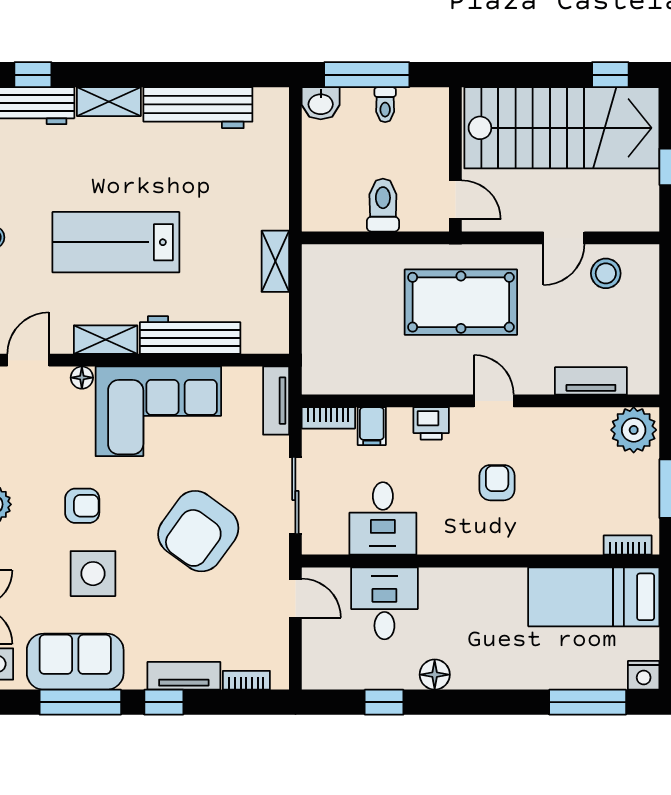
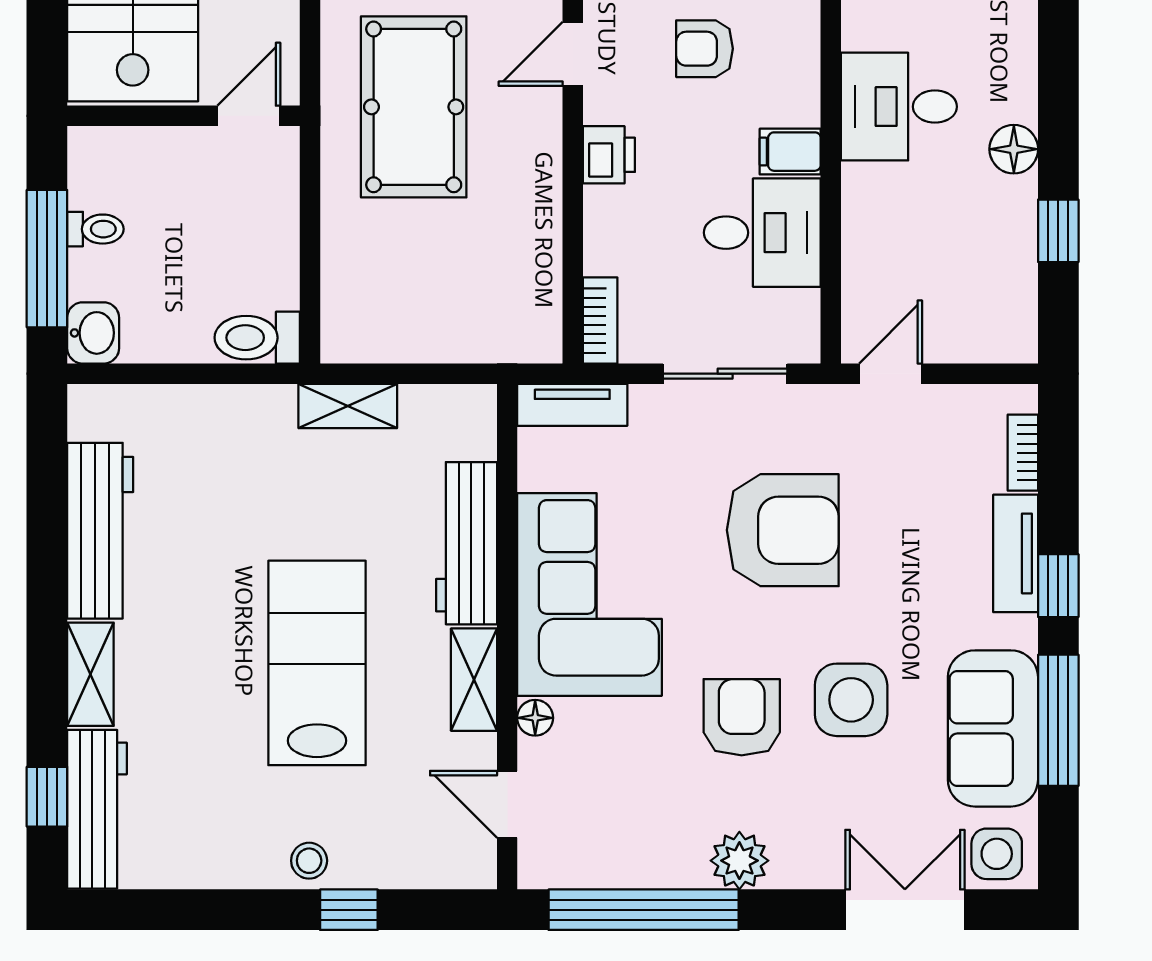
toilet: (383, 205) -> (257, 338), moved
lab bench: (116, 242) -> (317, 663), turned 180
filing cabinet: (372, 426) -> (790, 152), moved, turned 180
armchair: (82, 506) -> (742, 717), width x1.38, depth x1.38
armchair: (198, 531) -> (783, 530), turned -36
desk: (384, 603) -> (899, 107), moved

